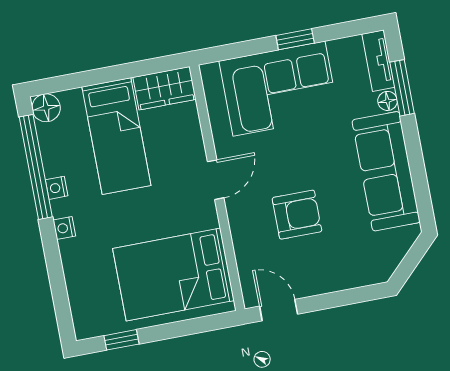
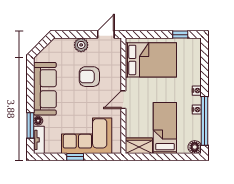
plant: (327, 278) -> (81, 45), added
door: (279, 310) -> (106, 35), swing flipped

